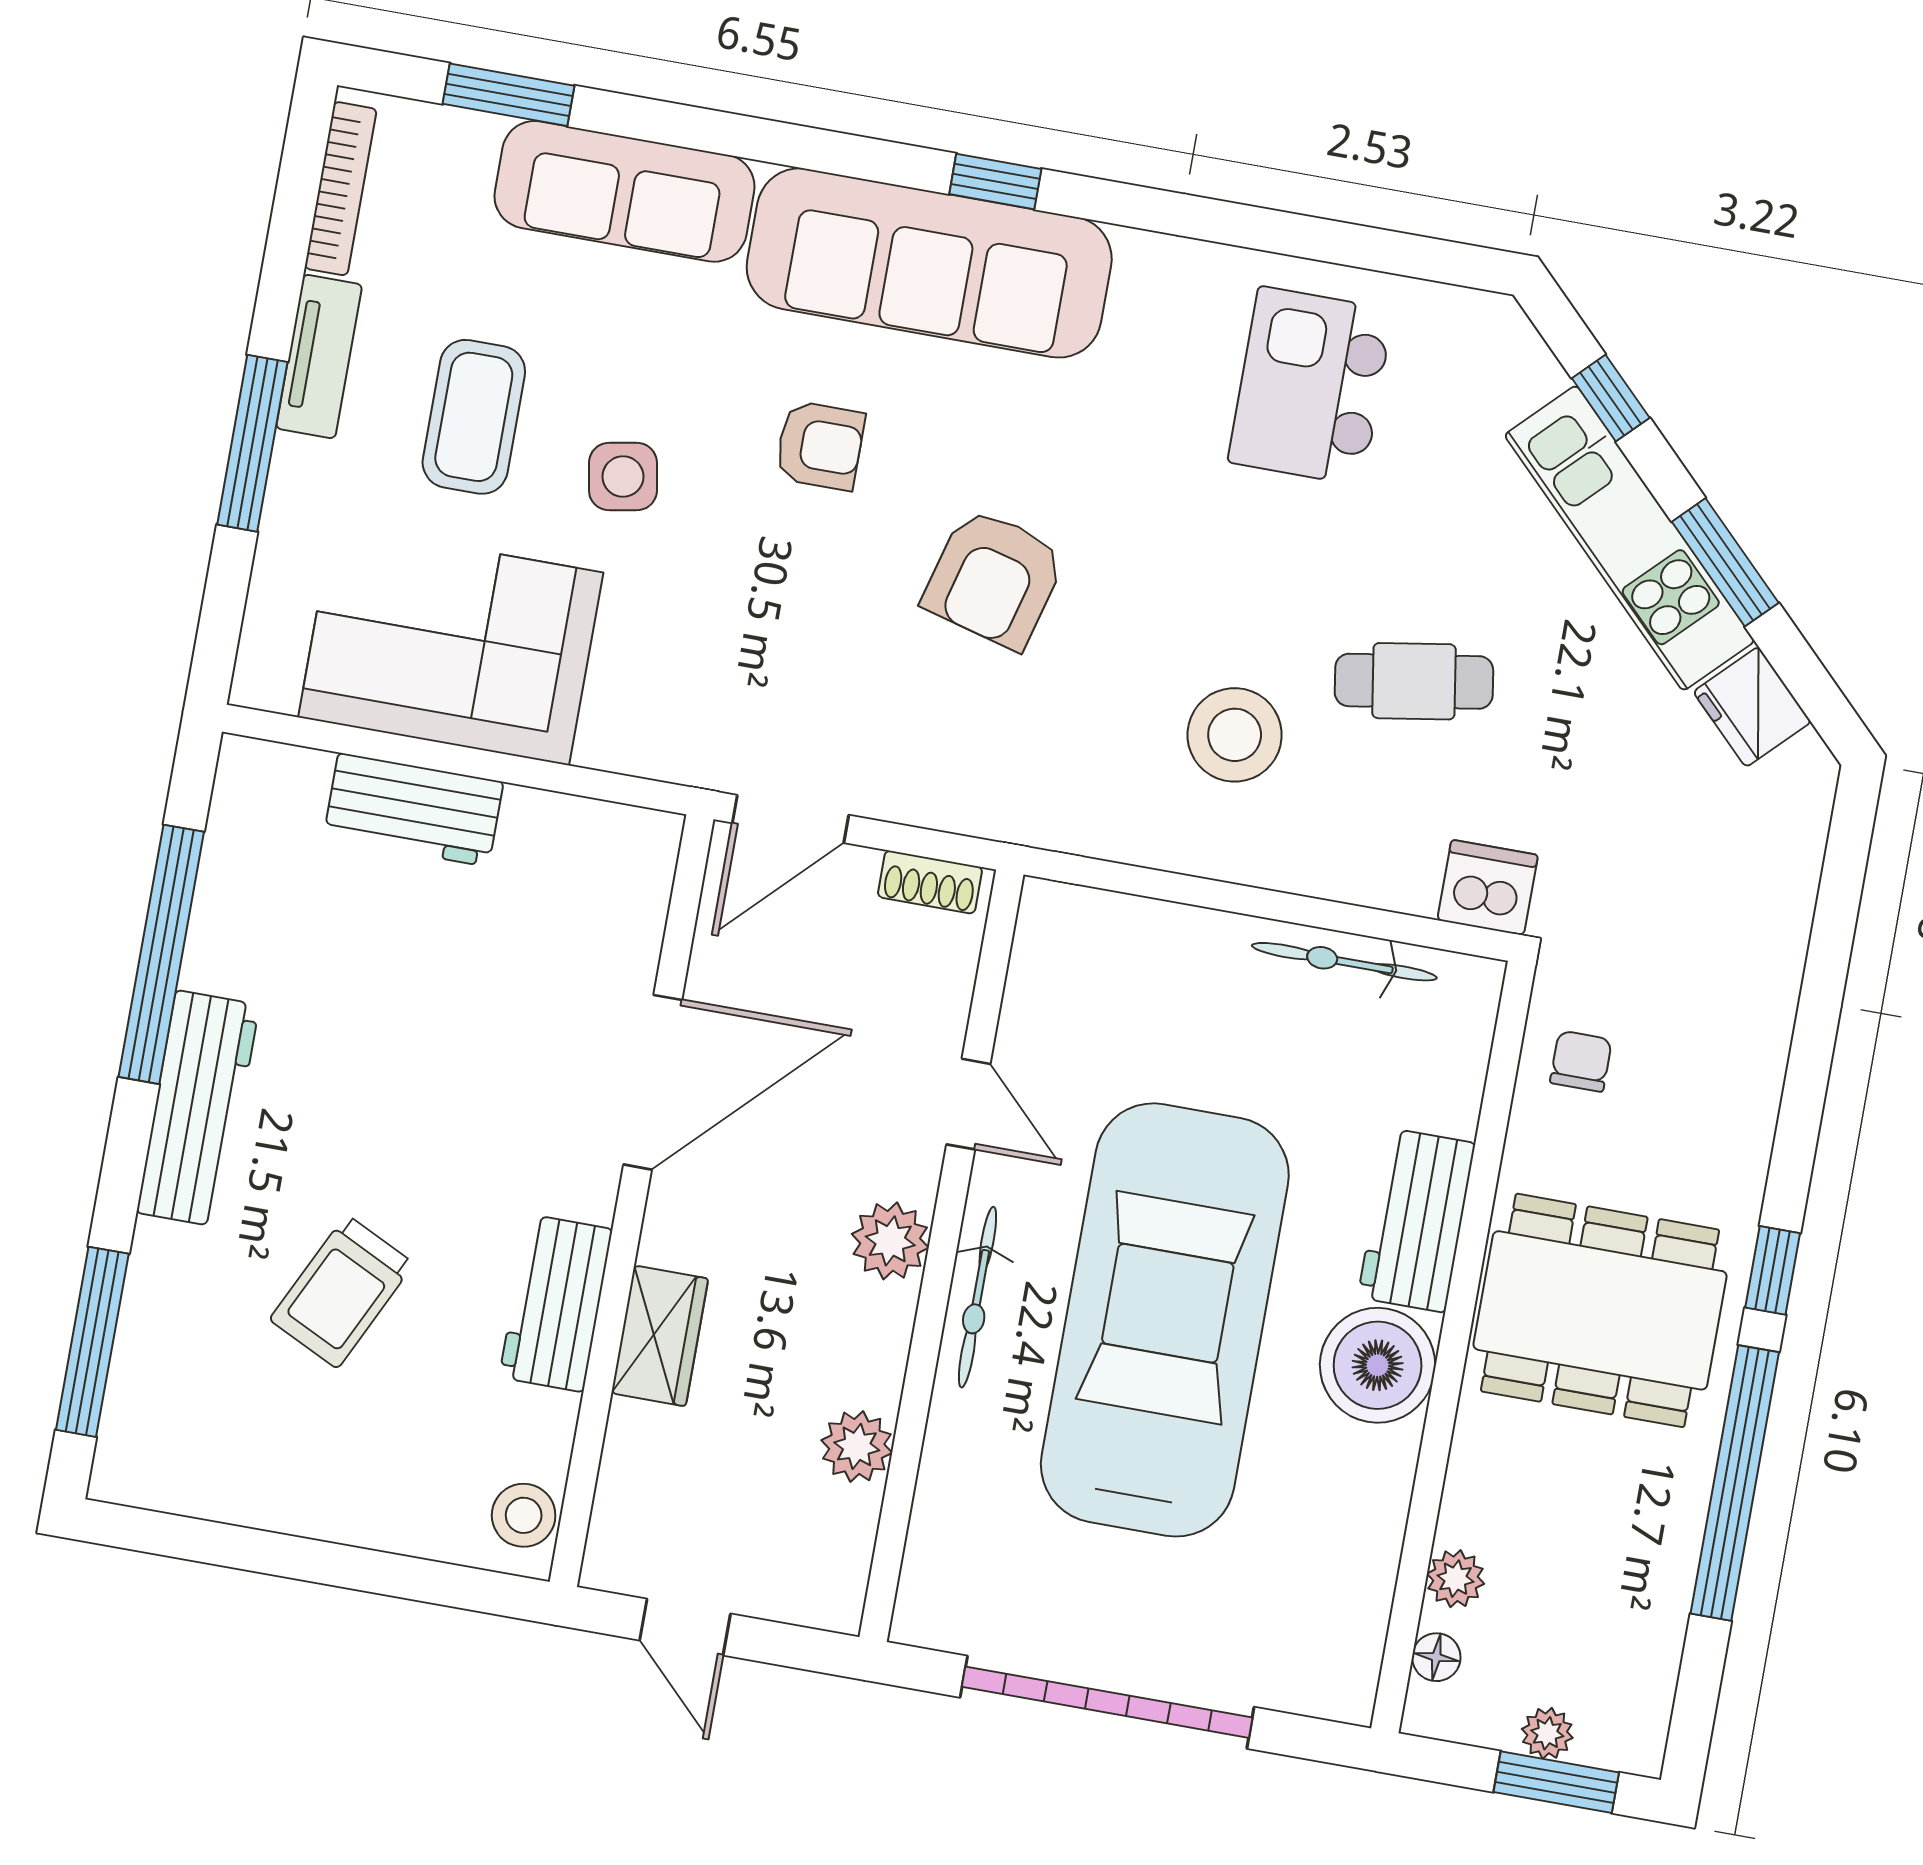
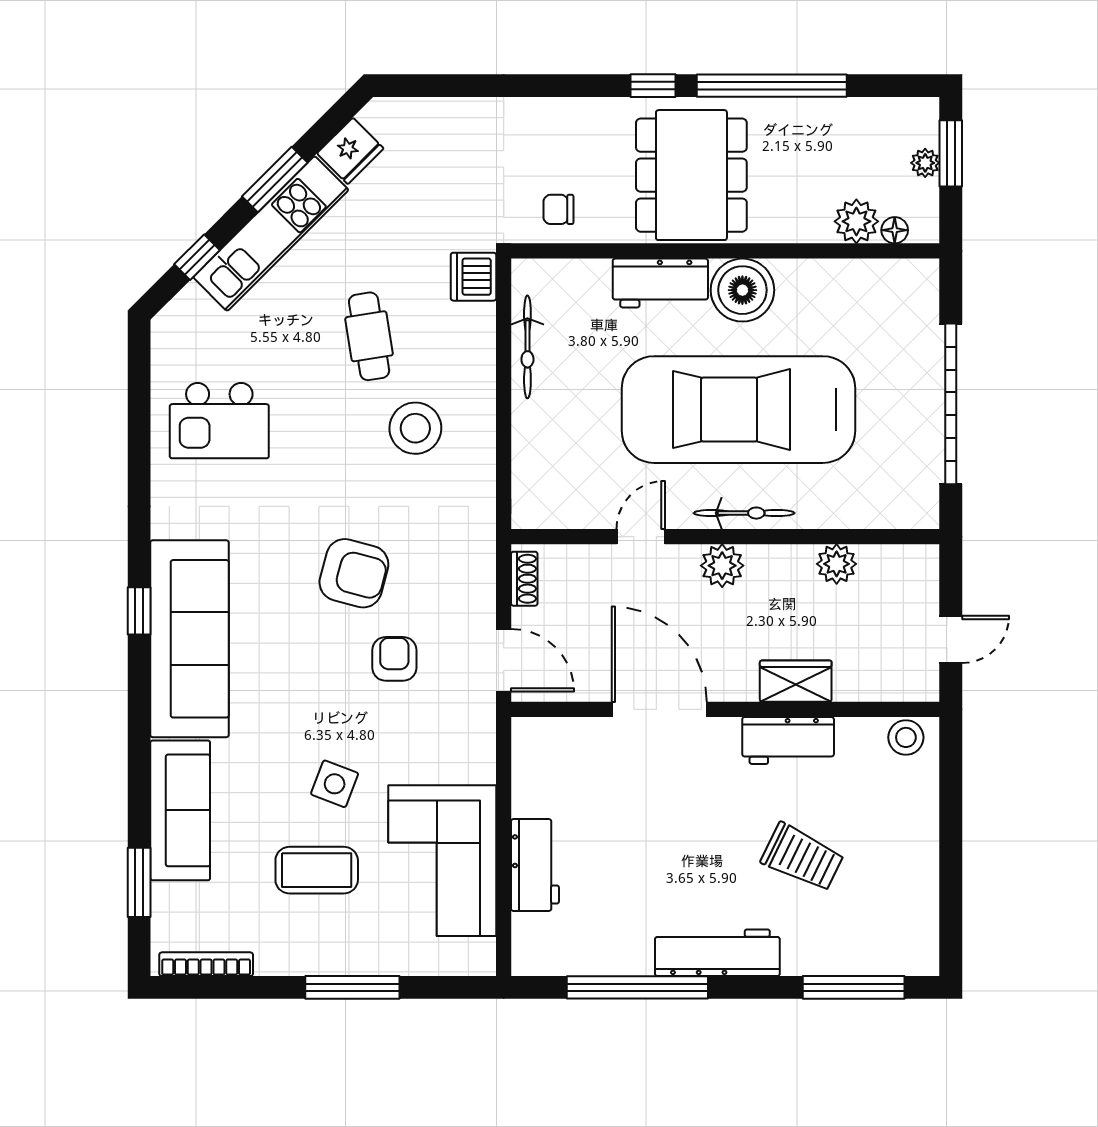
tv unit: (319, 357) -> (299, 960), removed
armchair: (820, 446) -> (394, 659), moved
side table: (623, 477) -> (335, 784), turned 31
plant: (1456, 1579) -> (856, 221), width x1.38, depth x1.38

